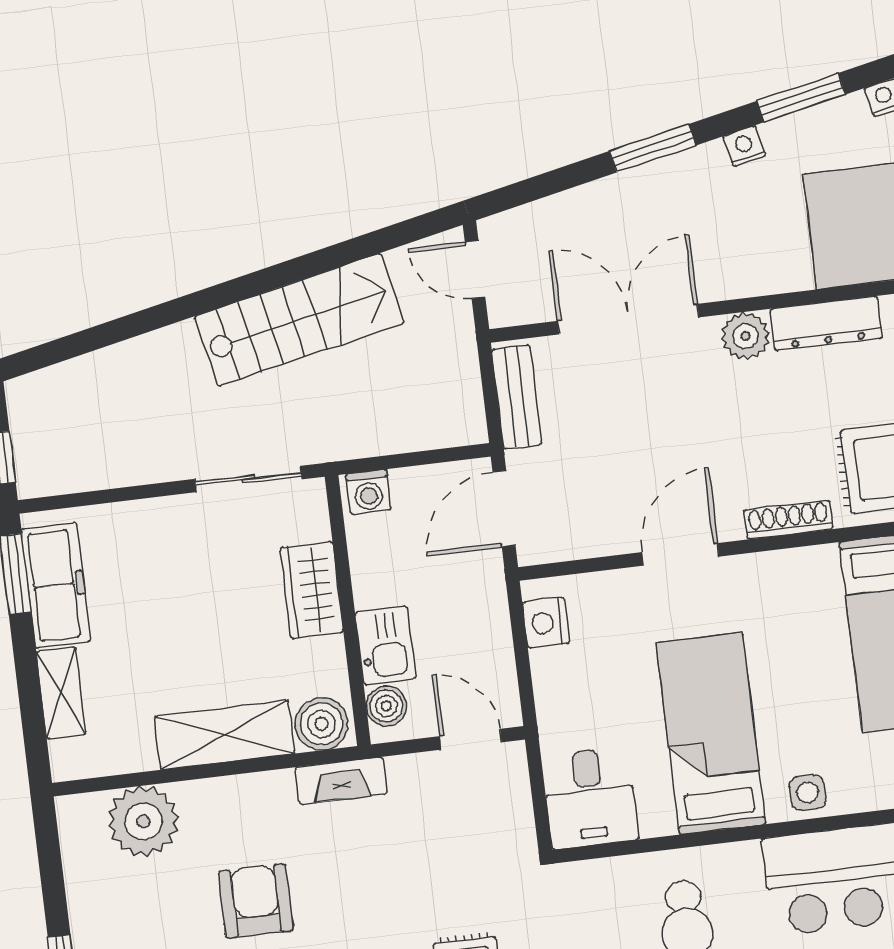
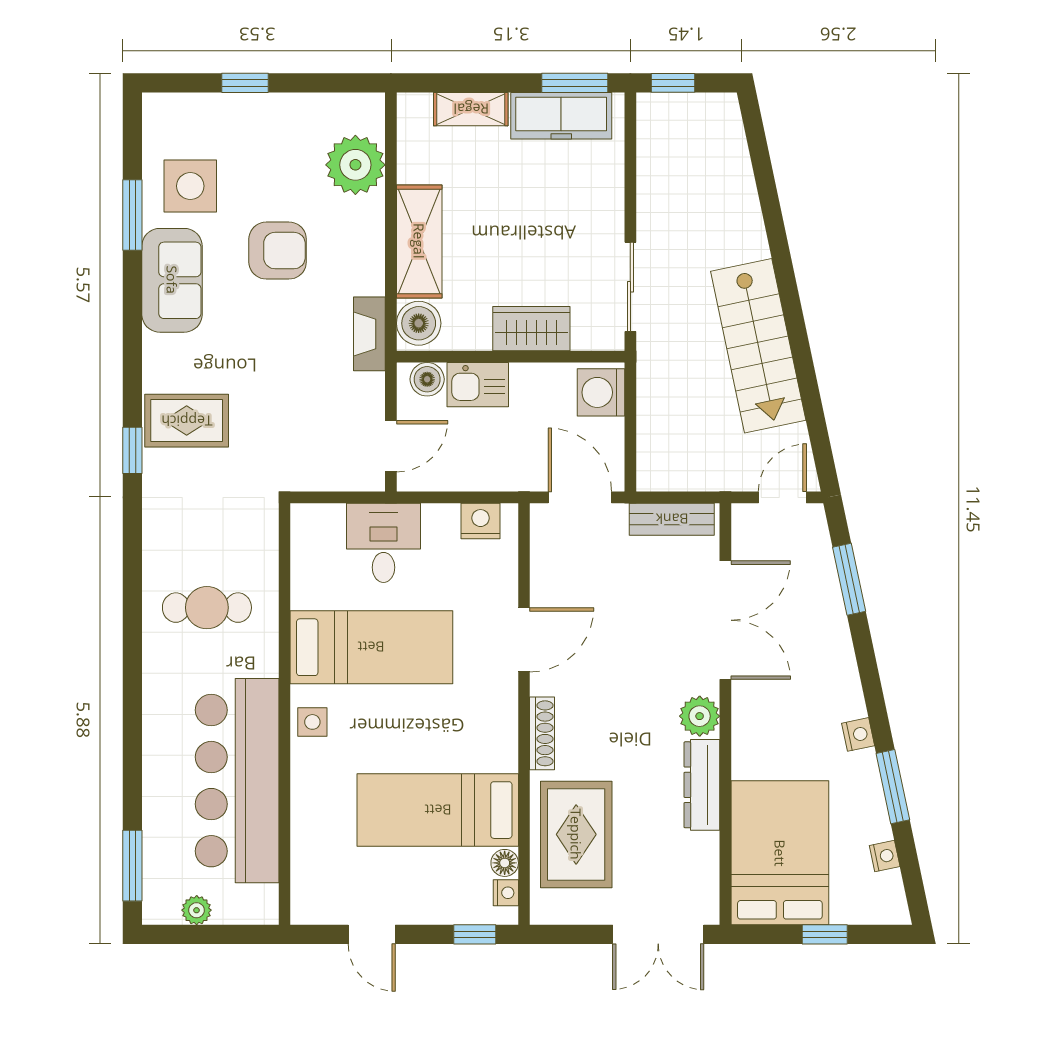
window: (653, 148) -> (849, 579), moved
washing machine: (369, 492) -> (601, 392), width x1.38, depth x1.38
door: (680, 554) -> (524, 640), hinge flipped
desk: (590, 798) -> (383, 543), moved, turned 90

